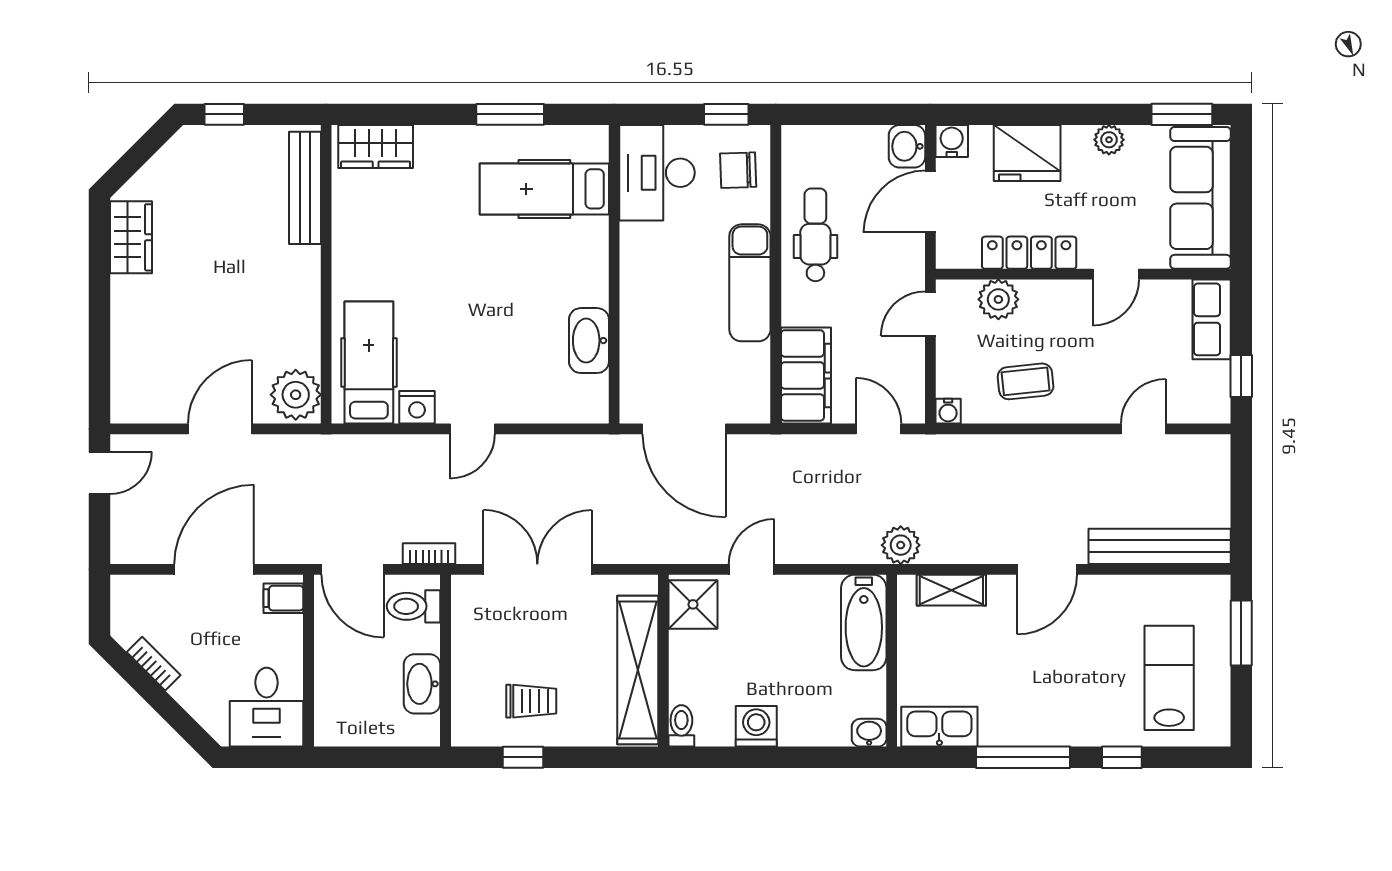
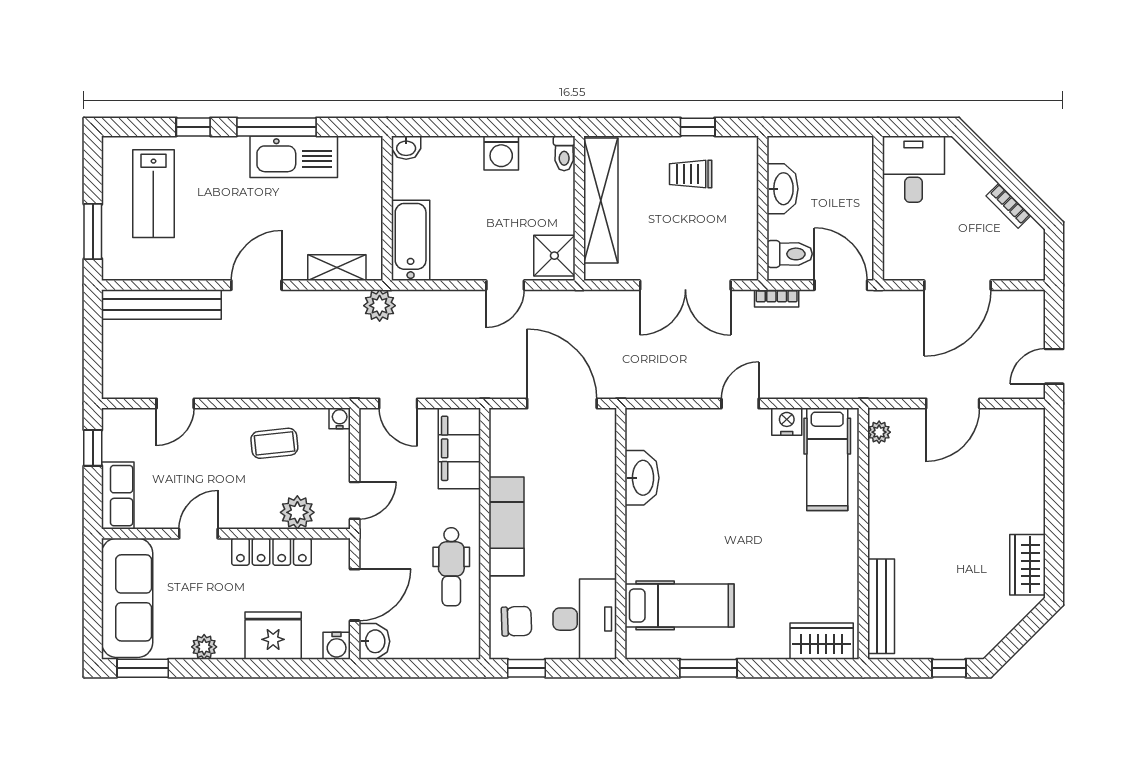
plant: (296, 395) -> (879, 432), width x0.53, depth x0.53
filing cabinet: (283, 598) -> (899, 261), removed
kitchen sink: (939, 727) -> (294, 157), moved, width x1.36, depth x1.24

